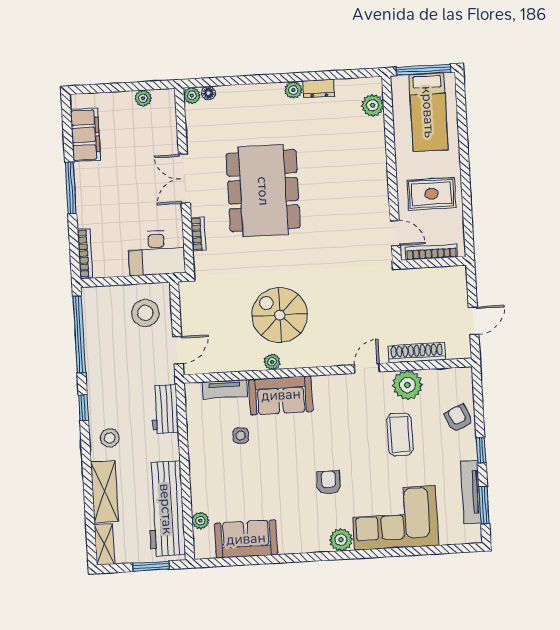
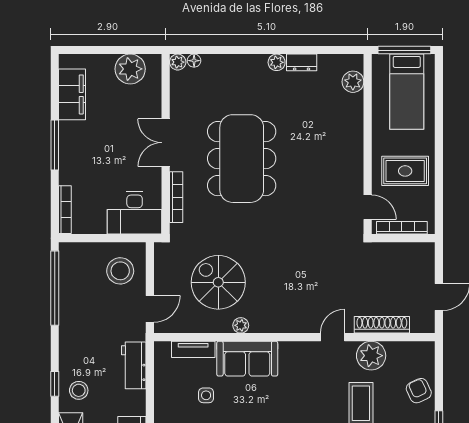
plant: (143, 98) -> (130, 69), width x1.88, depth x1.88
bookcase: (198, 234) -> (176, 197), width x1.56
spiral stairs: (280, 315) -> (218, 282), moved
window: (83, 408) -> (55, 384), moved

